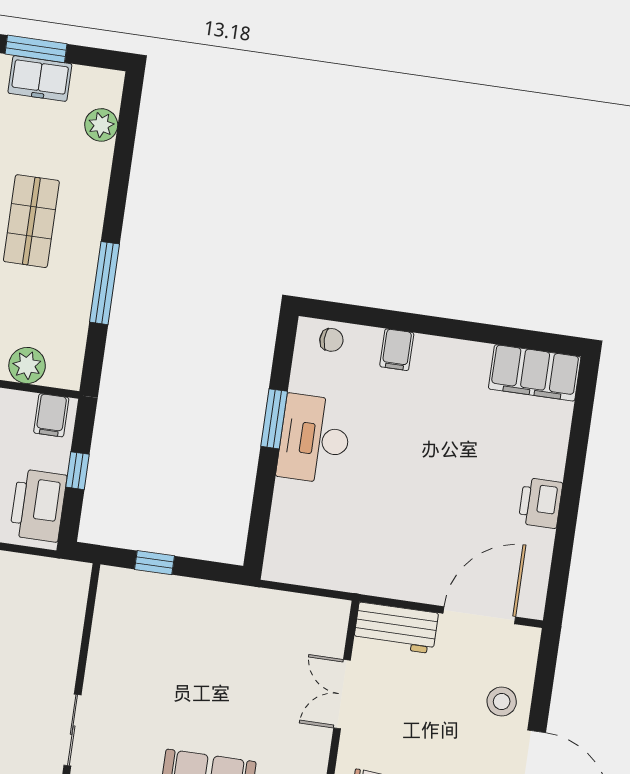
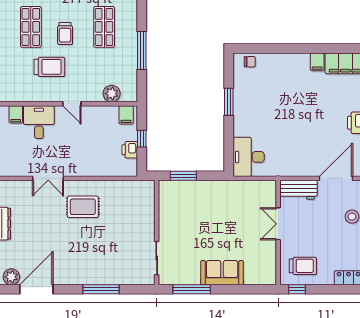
filing cabinet: (397, 350) -> (317, 62), moved
desk: (314, 439) -> (249, 157), moved
printer: (38, 505) -> (130, 150), width x0.53, depth x0.68
window: (154, 563) -> (183, 176), width x1.50

